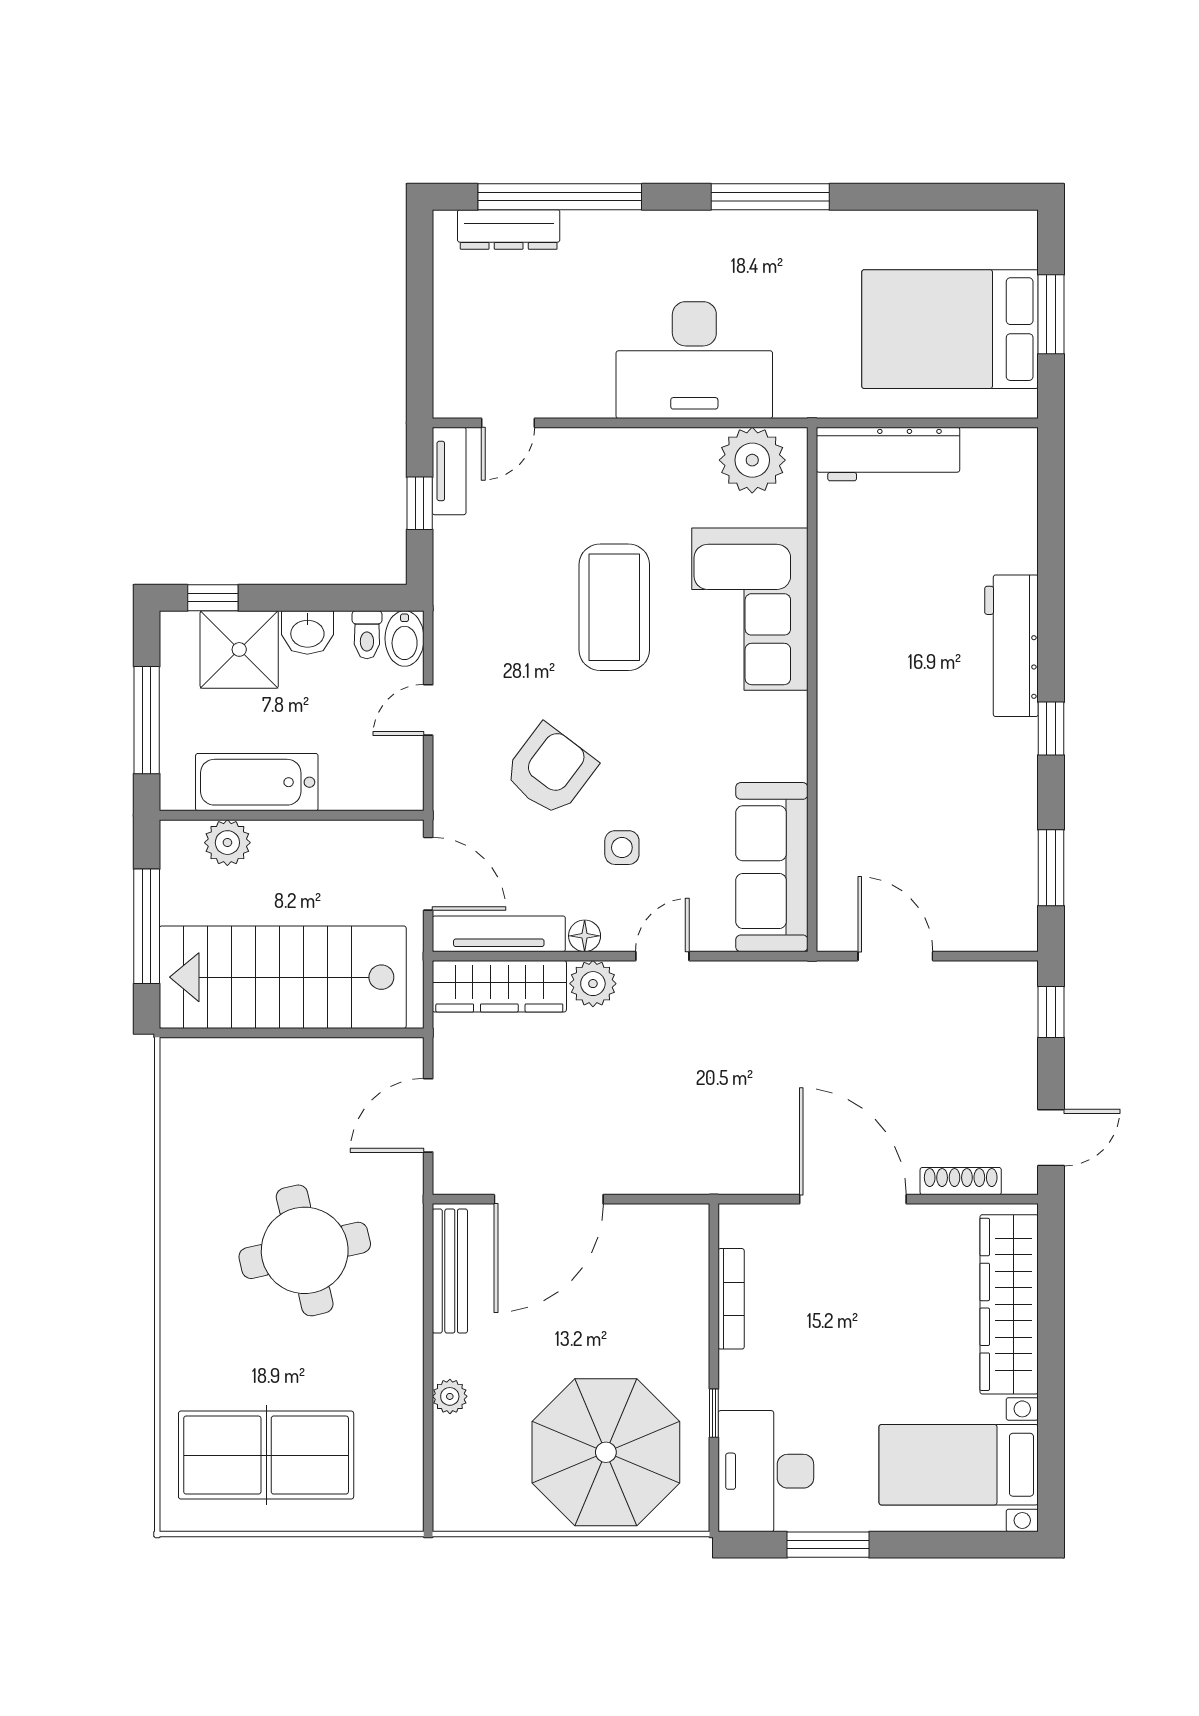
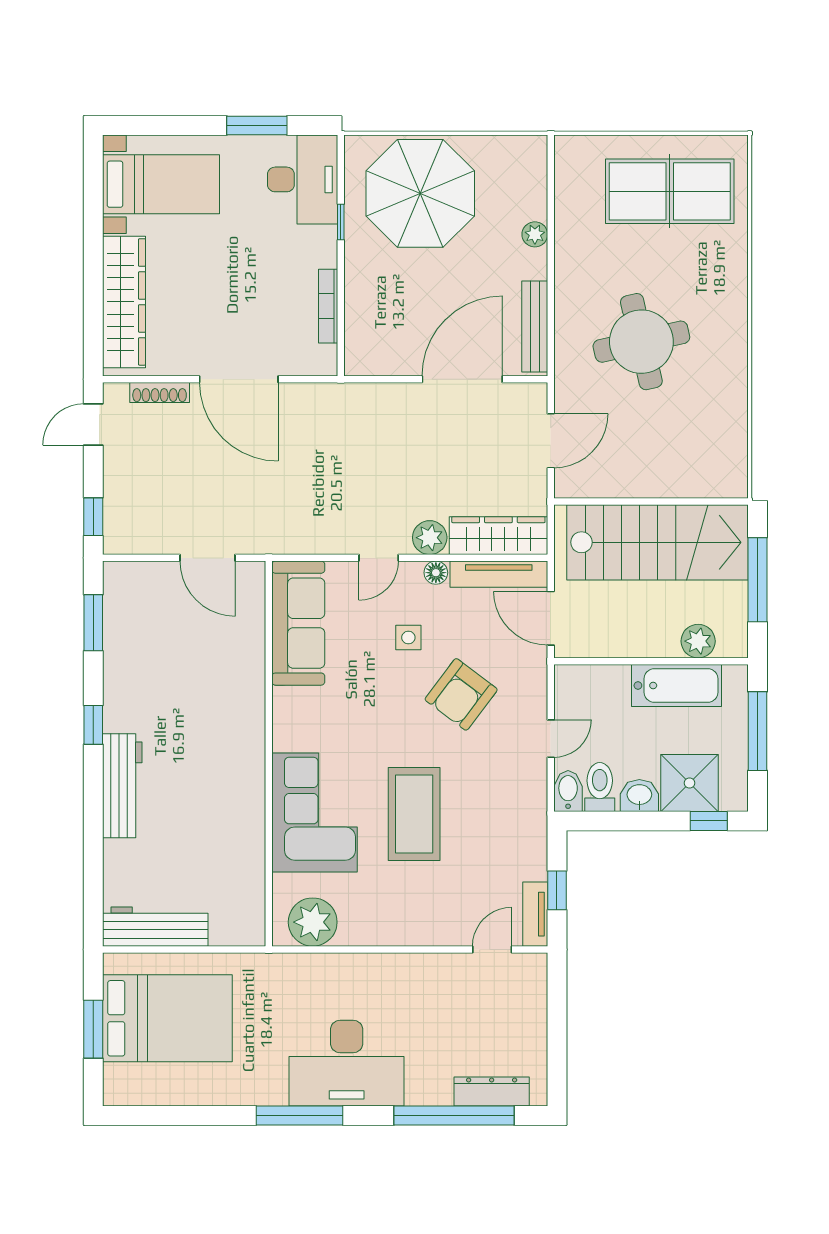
desk: (694, 360) -> (347, 1063), moved, turned 180
workbench: (888, 454) -> (155, 927), moved
toilet: (367, 635) -> (600, 787), width x1.37, depth x1.39

